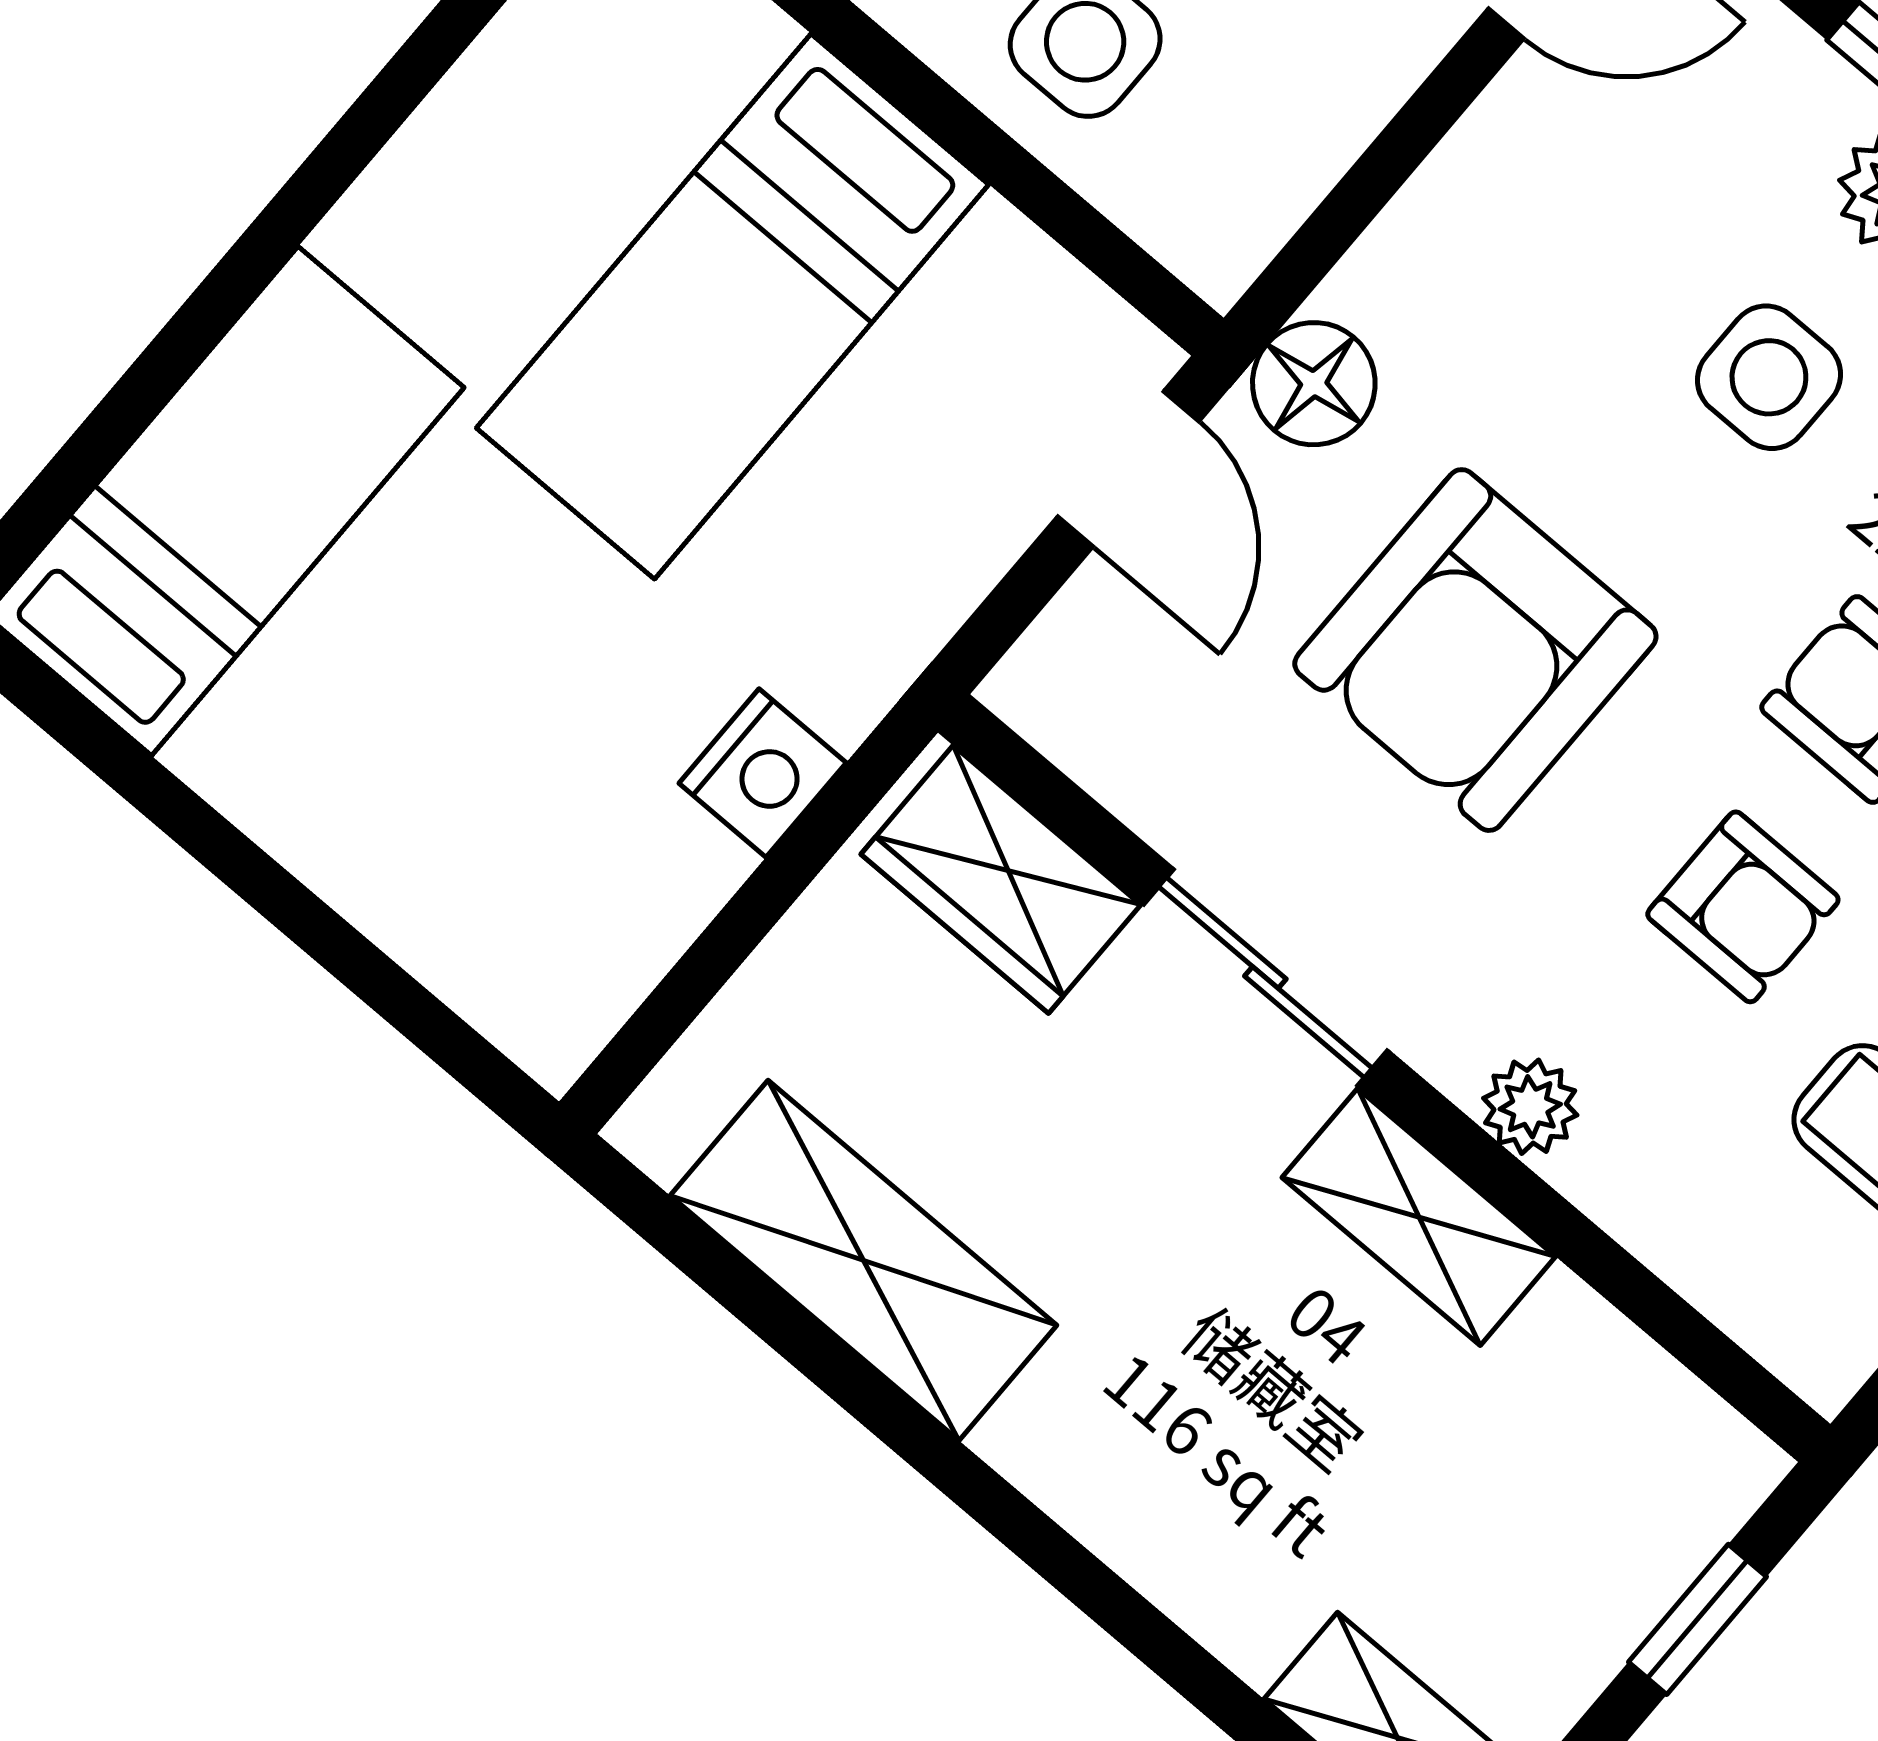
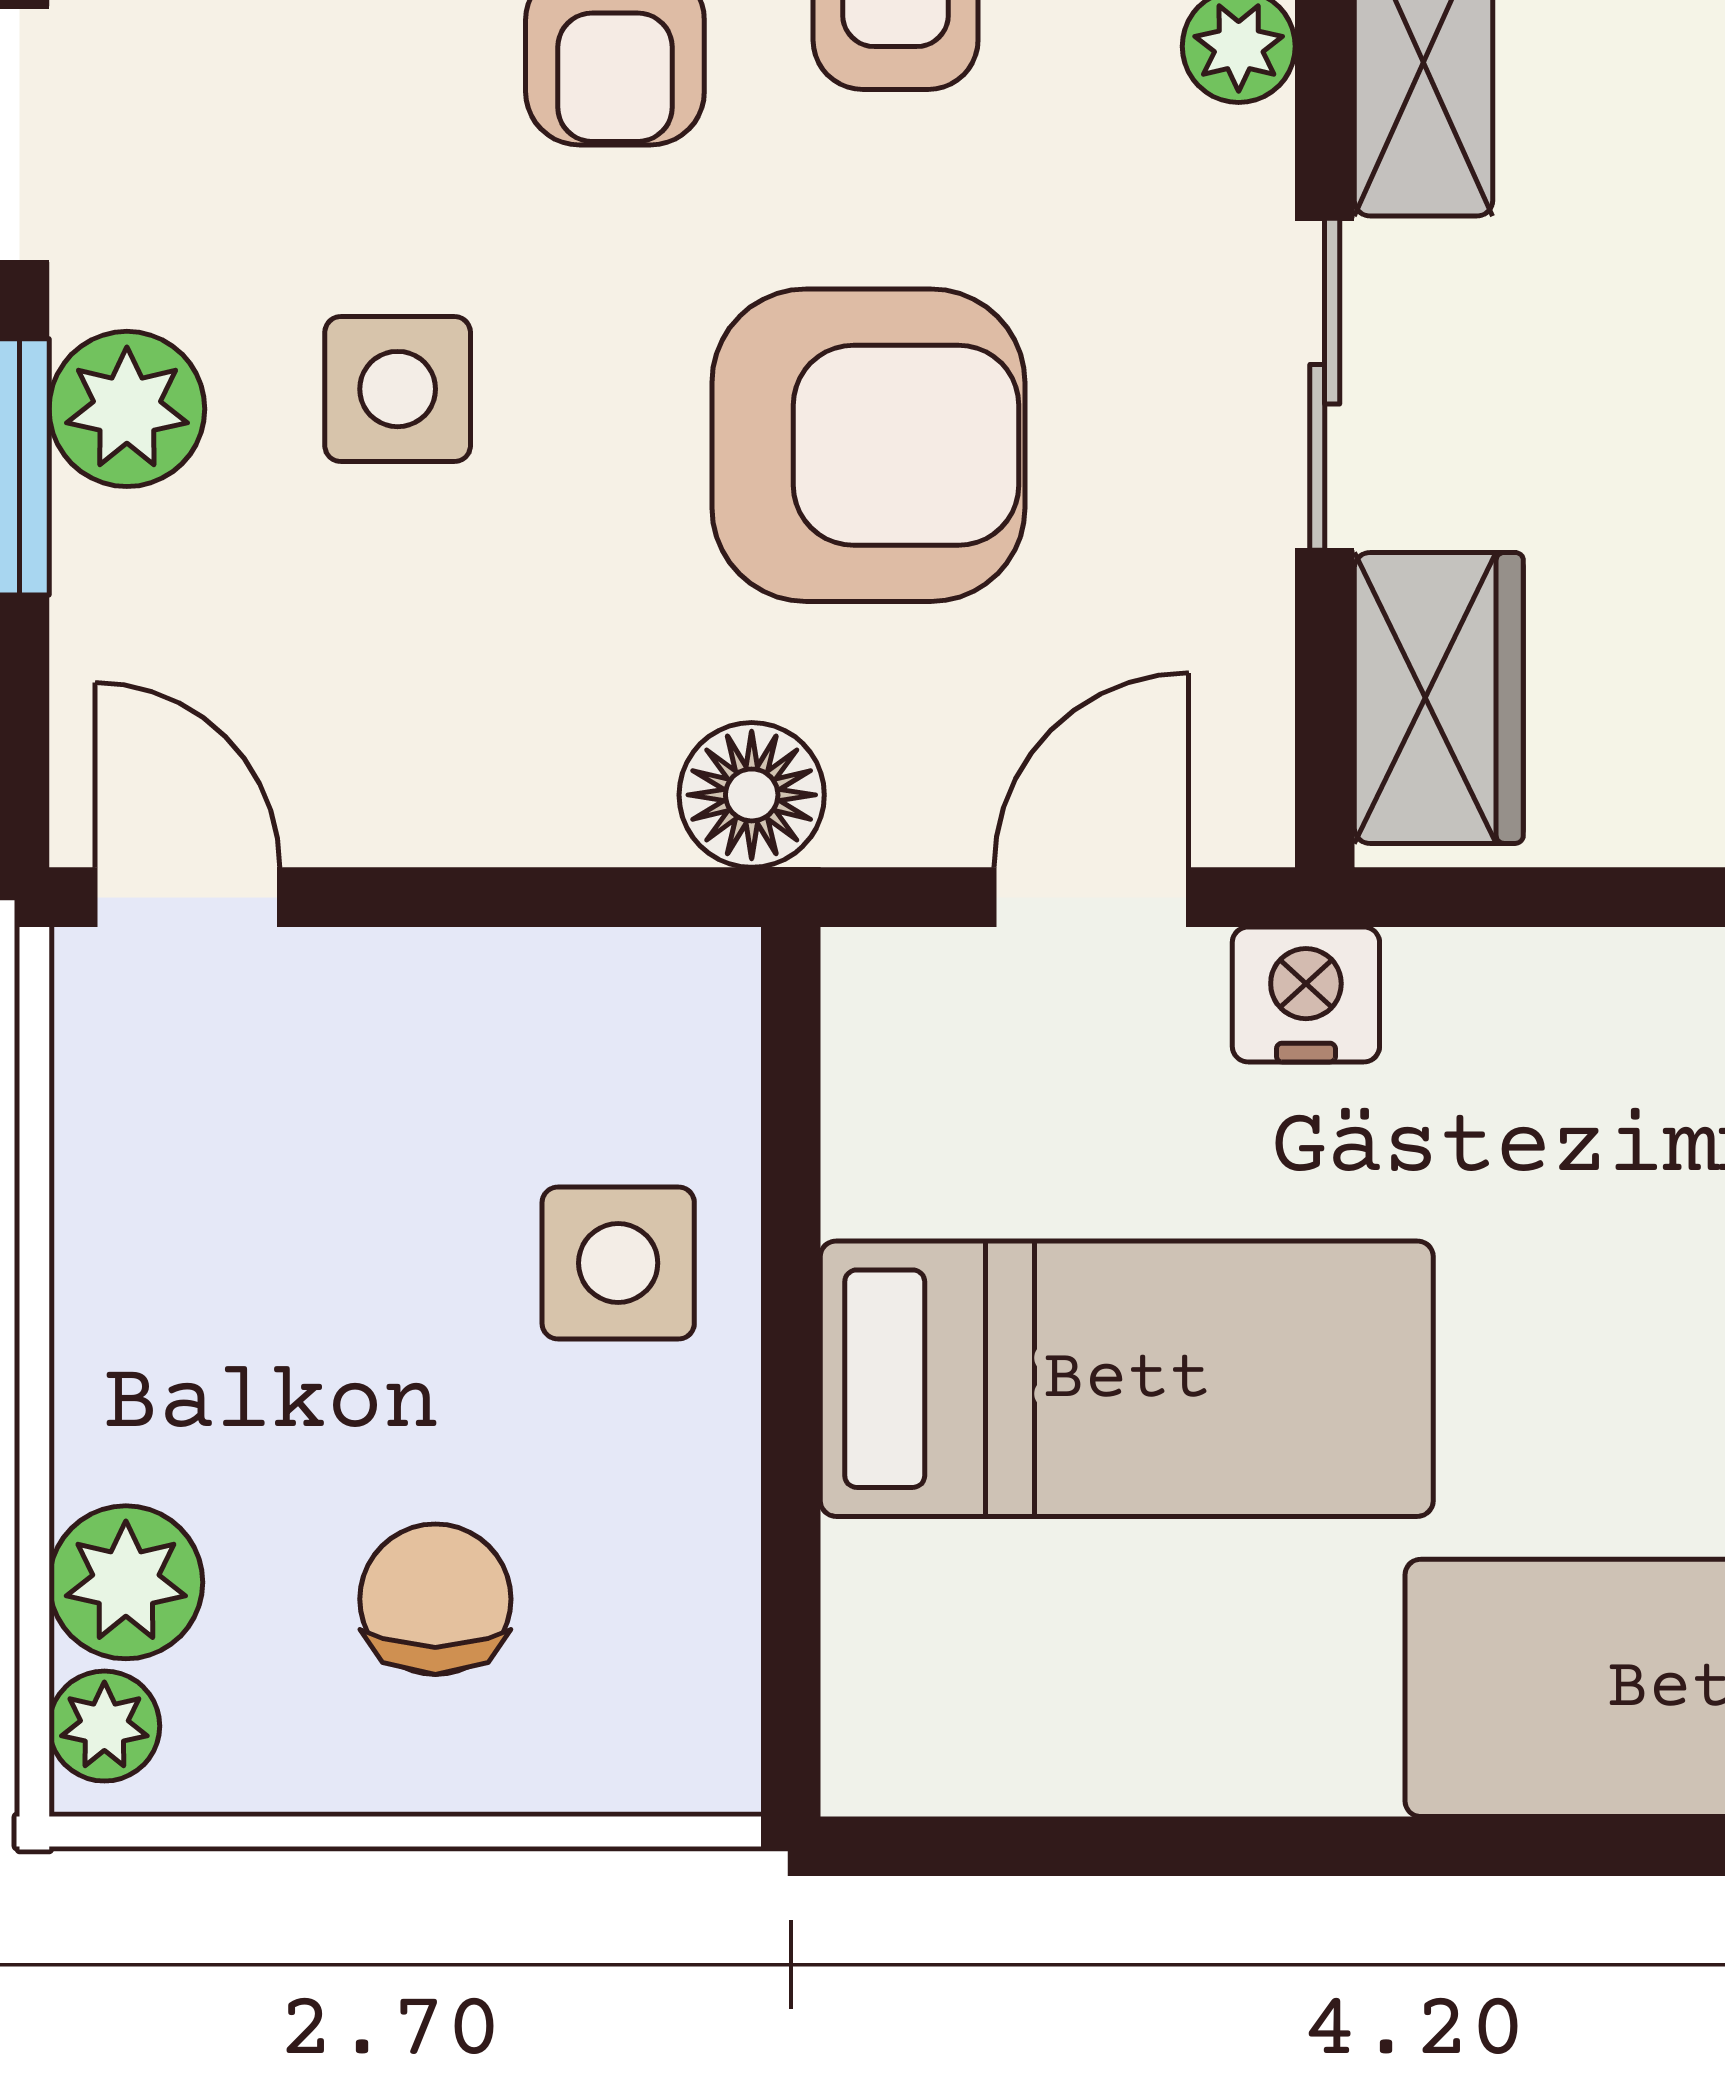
door: (1128, 469) -> (1092, 897), moved
nightstand: (763, 773) -> (1306, 994), moved

